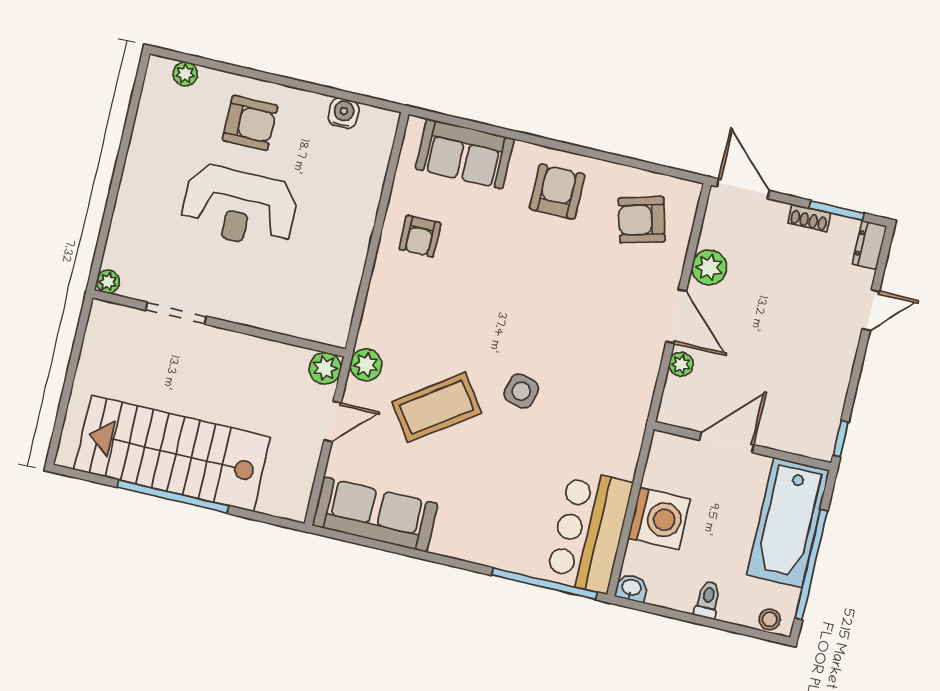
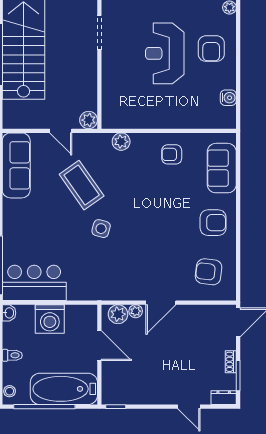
armchair: (642, 220) -> (209, 272), turned -68
plant: (709, 267) -> (118, 314), moved
plant: (366, 365) -> (121, 142), moved

